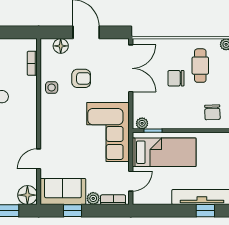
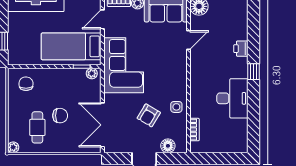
armchair: (81, 78) -> (149, 115), turned -59

